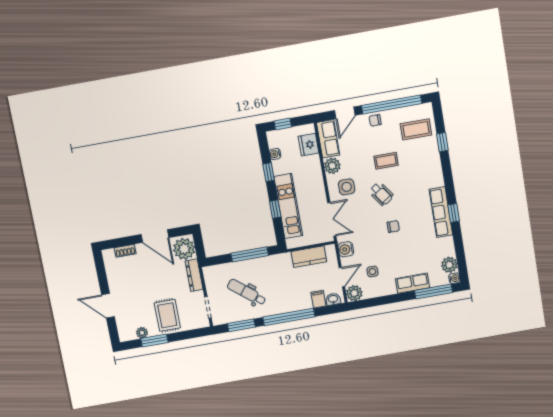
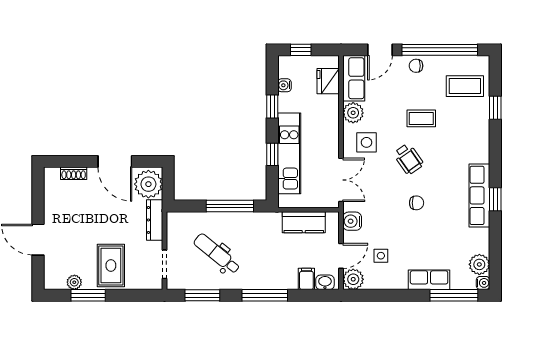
window: (289, 317) -> (265, 295), width x0.68

